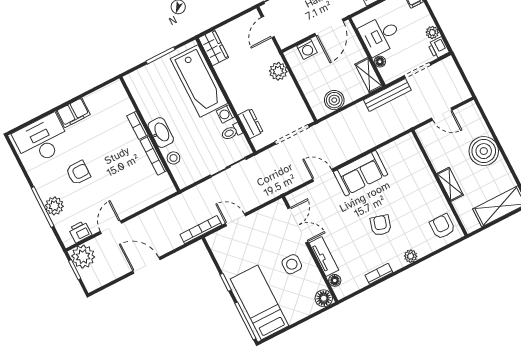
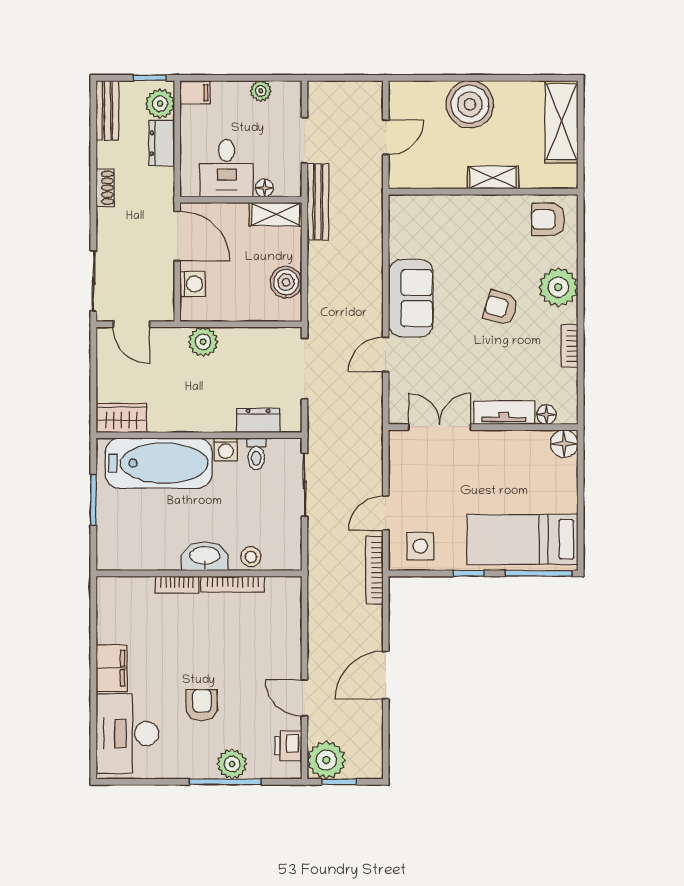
printer: (438, 48) -> (288, 93), removed
plant: (411, 256) -> (558, 287), width x1.88, depth x1.88
side table: (292, 264) -> (420, 546), moved

